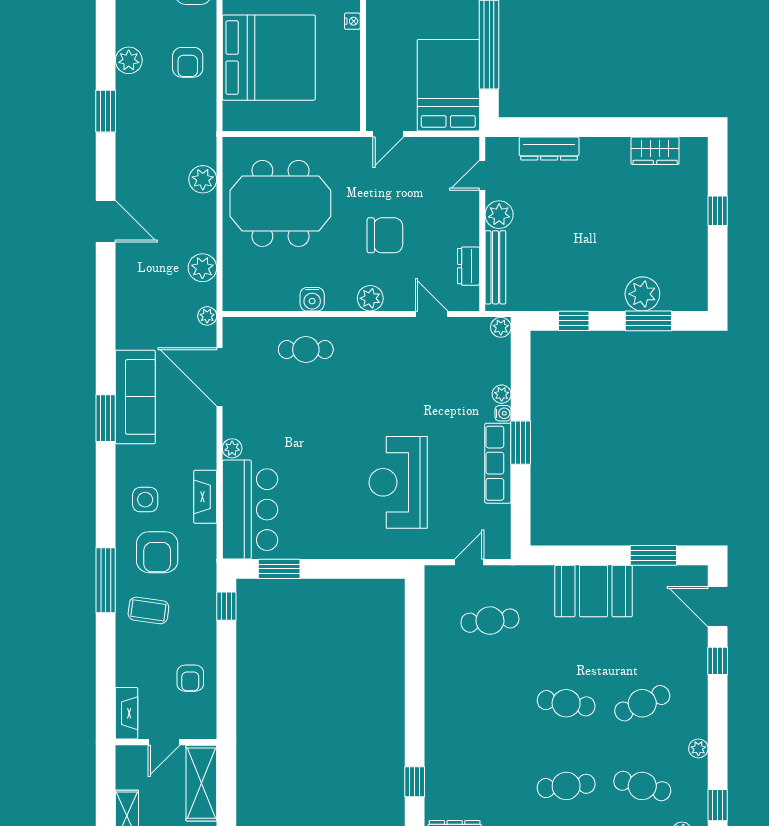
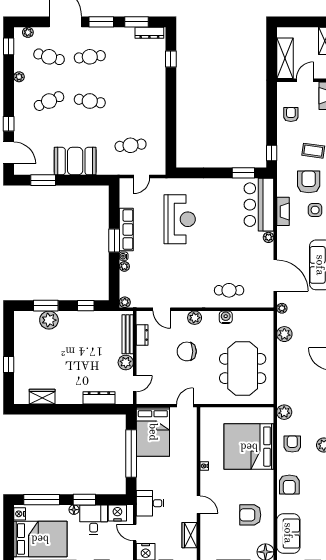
plant: (203, 179) -> (284, 412), moved
meeting table: (280, 203) -> (243, 368), turned 90

